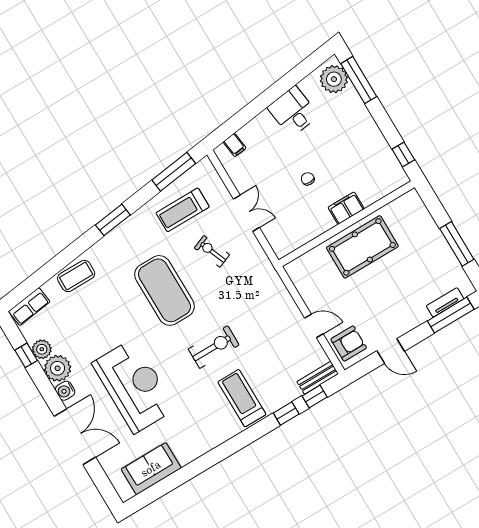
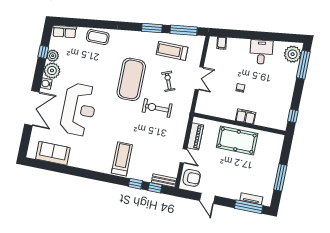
window: (113, 220) -> (152, 28), moved
piano: (307, 289) -> (195, 136), added
exercise bike: (214, 347) -> (157, 108), moved, turned 180

